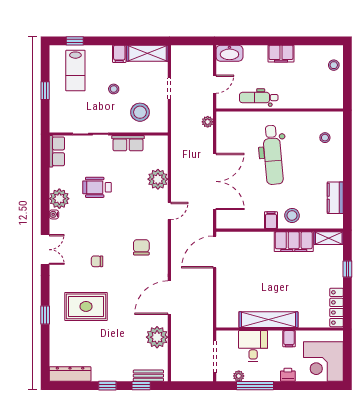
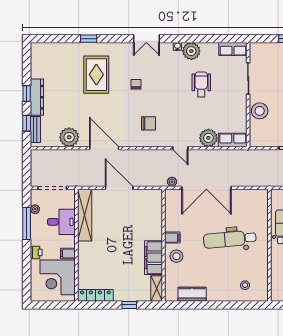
stool: (140, 112) -> (260, 111), moved
plant: (208, 122) -> (172, 182), moved
row of seats: (128, 143) -> (233, 140), moved, turned 90
door: (215, 252) -> (119, 188), moved
shelving: (268, 320) -> (85, 215), moved
corner desk: (323, 362) -> (58, 277), moved, turned -90
dresser: (70, 374) -> (37, 97), moved

